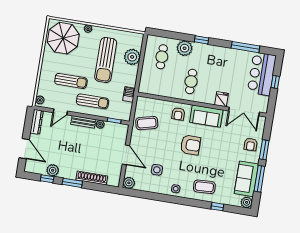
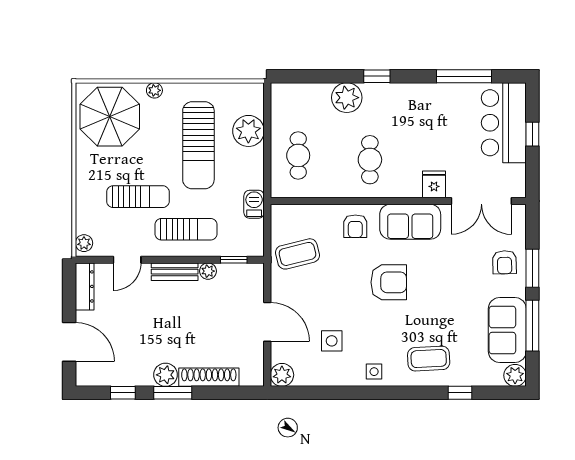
cafe table: (162, 57) -> (298, 155), moved
plant: (53, 170) -> (166, 375), moved

